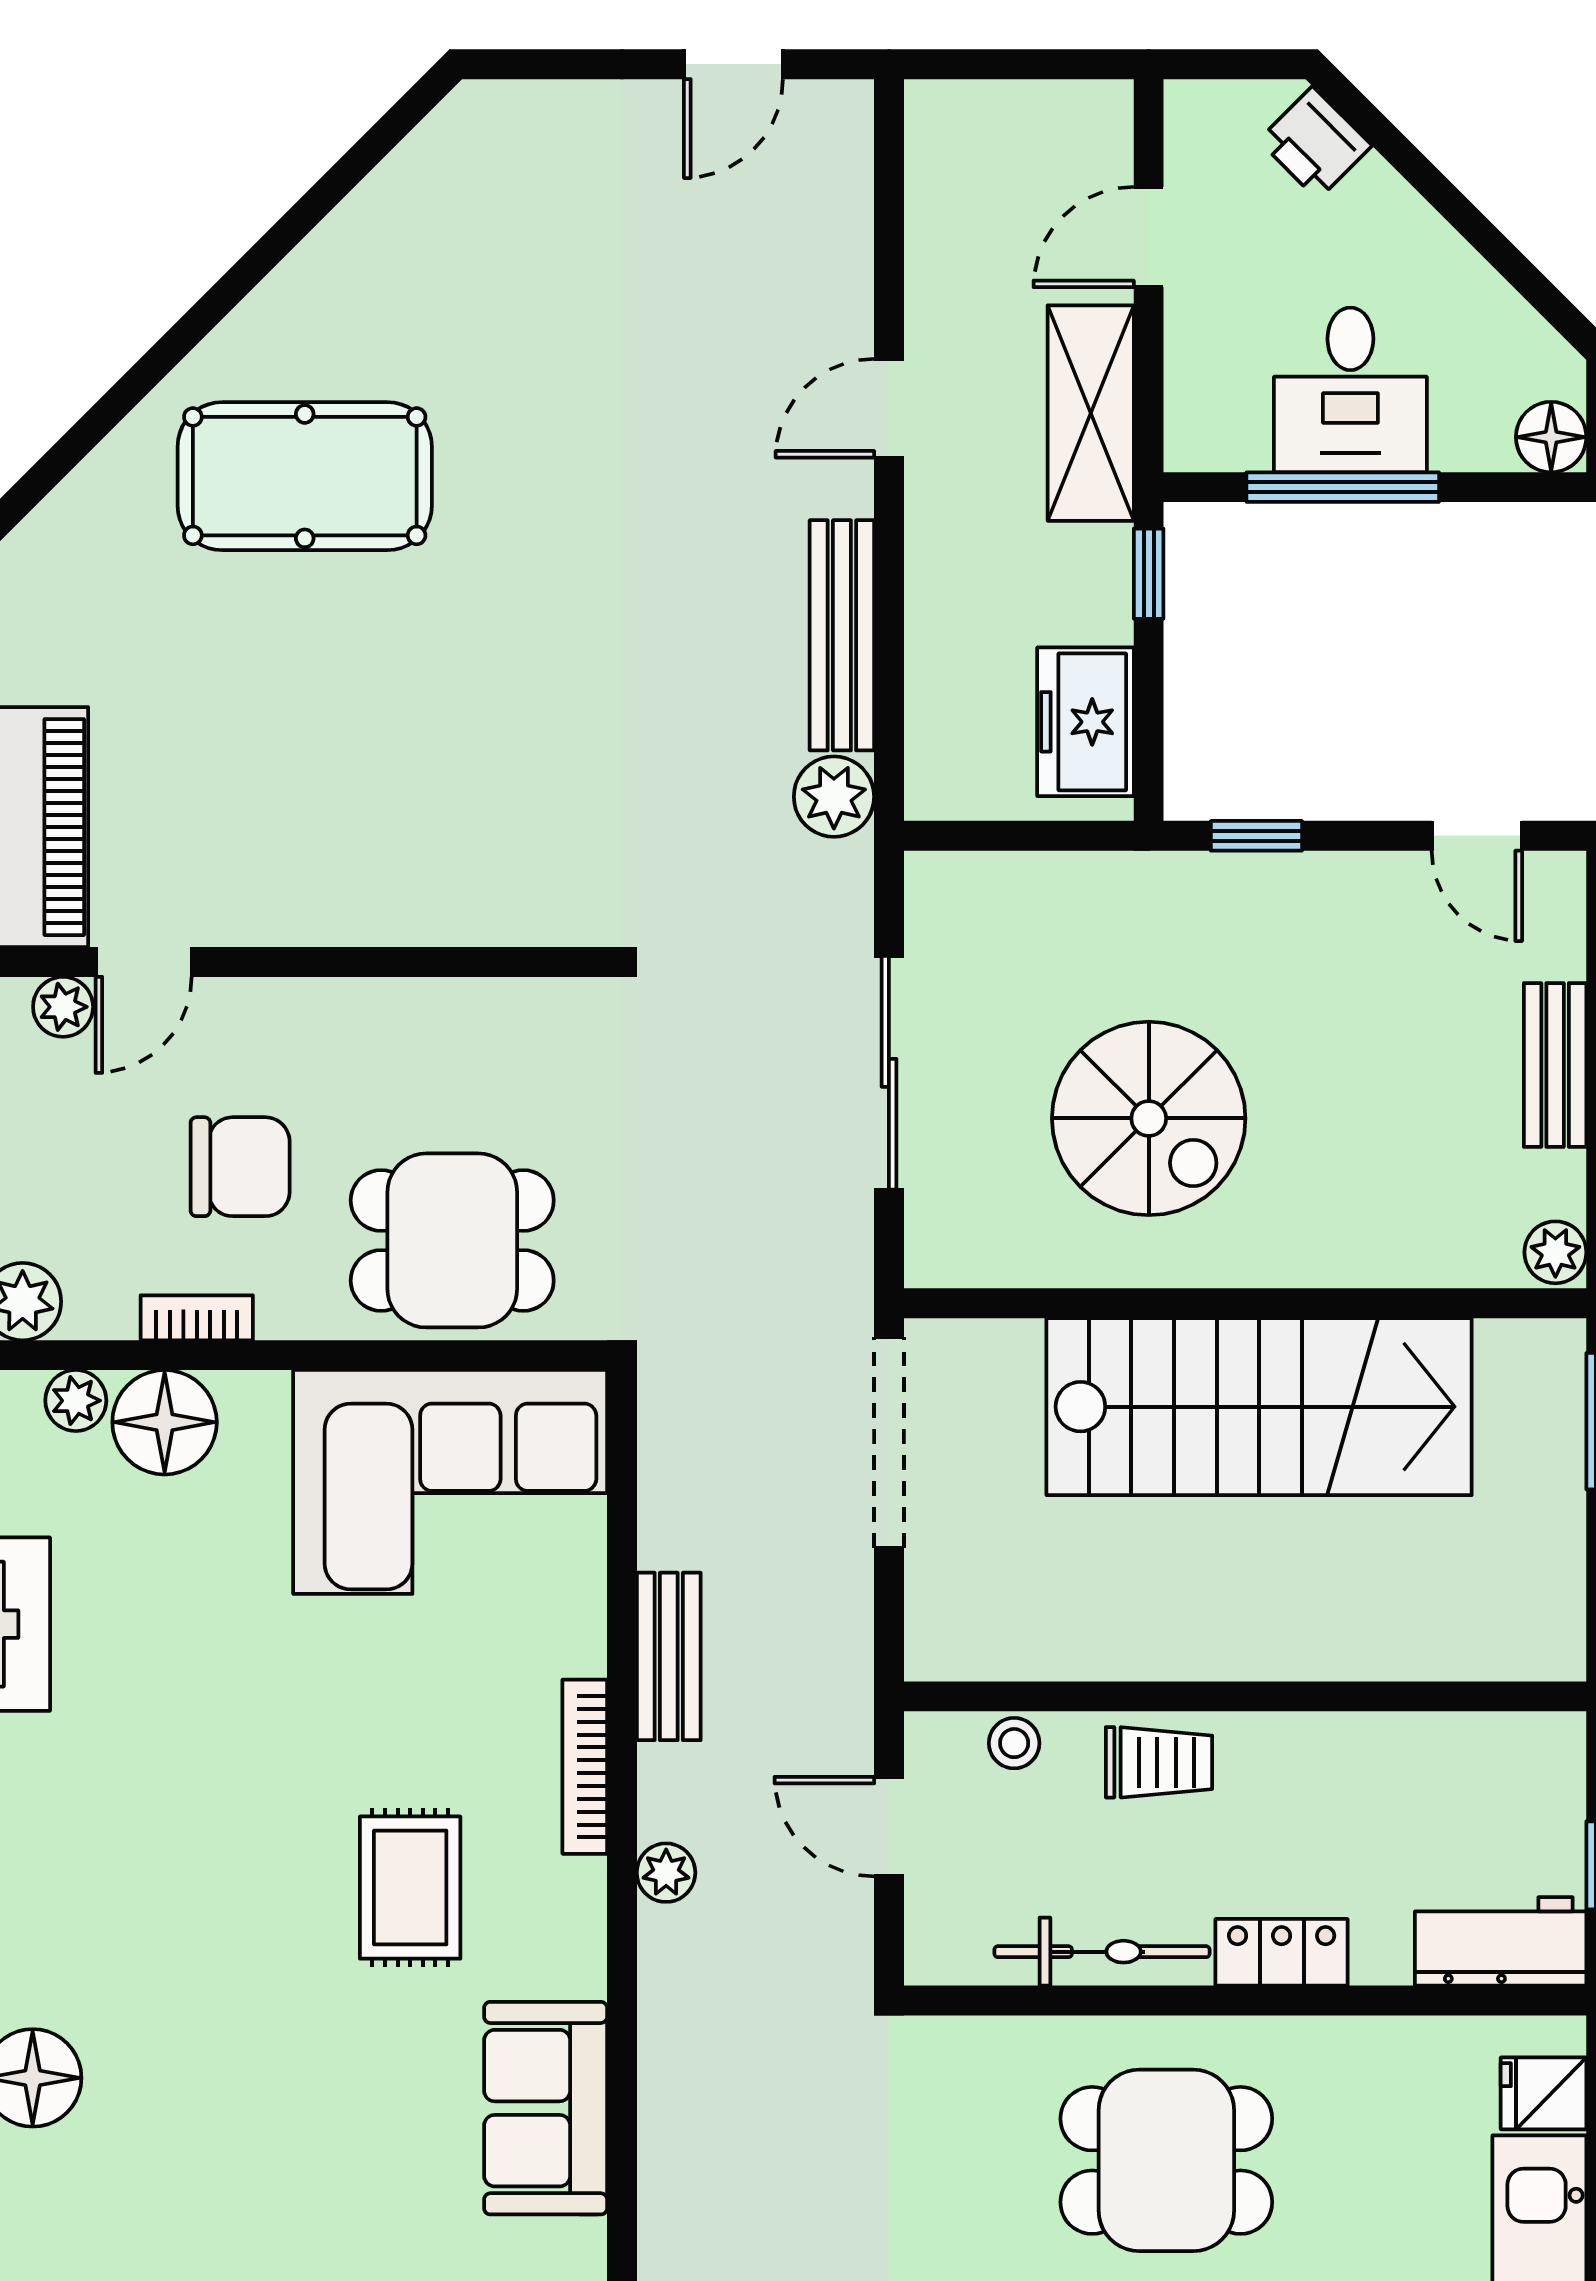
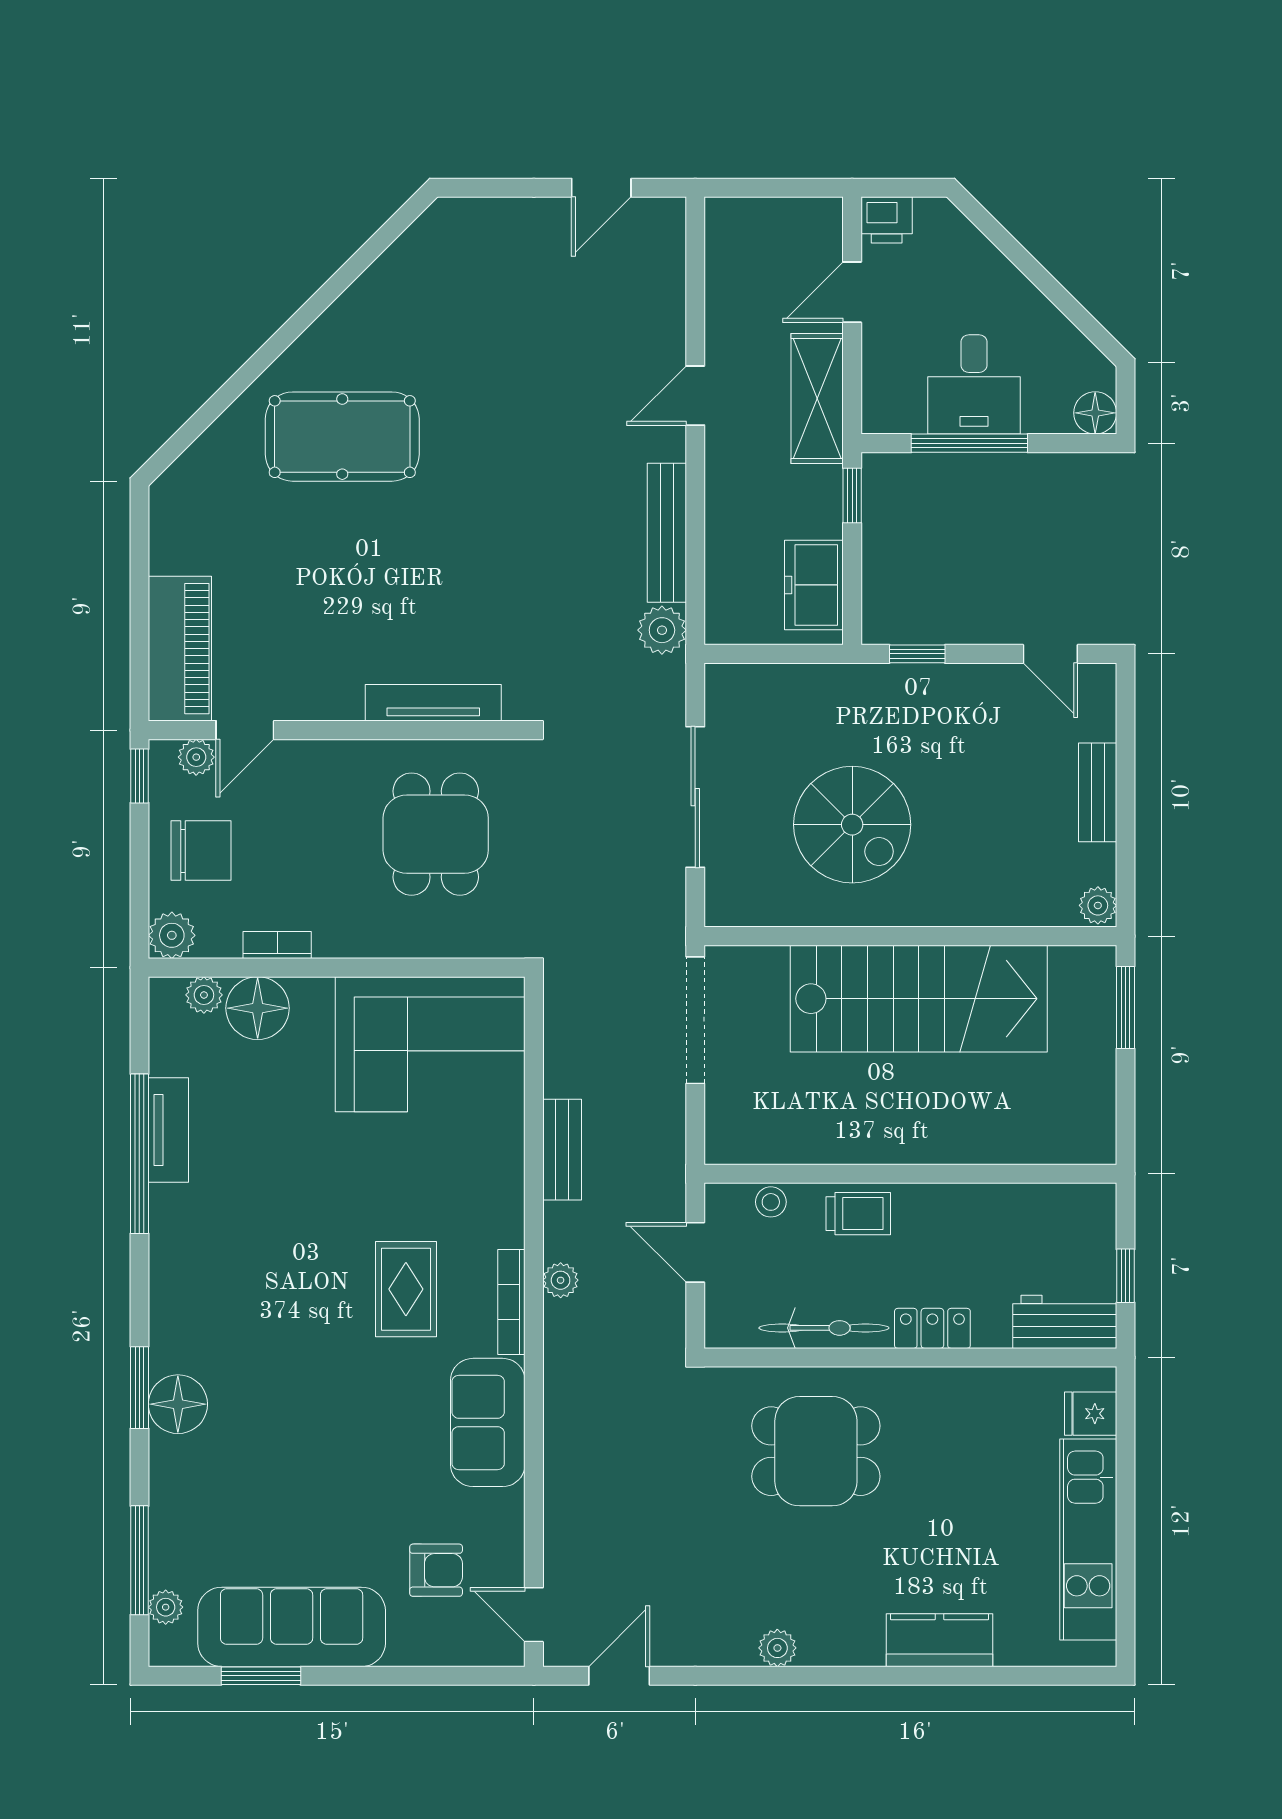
printer: (1315, 143) -> (887, 220), moved, turned -45
tv unit: (455, 917) -> (433, 703), added
chair: (240, 1167) -> (201, 851), moved
dining table: (452, 1240) -> (436, 834), moved, turned 90
bookcase: (585, 1767) -> (511, 1302), moved
dining table: (1166, 2160) -> (816, 1451), moved

